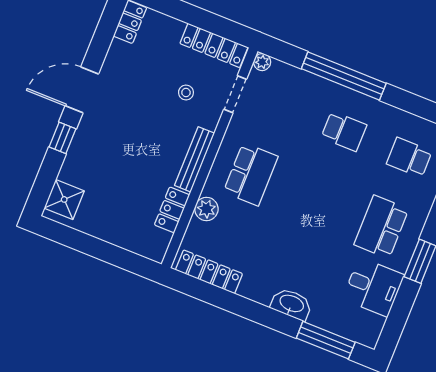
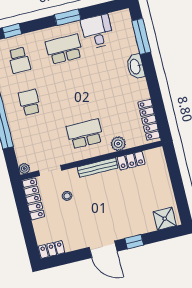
school desk: (381, 227) -> (64, 49), turned 180

